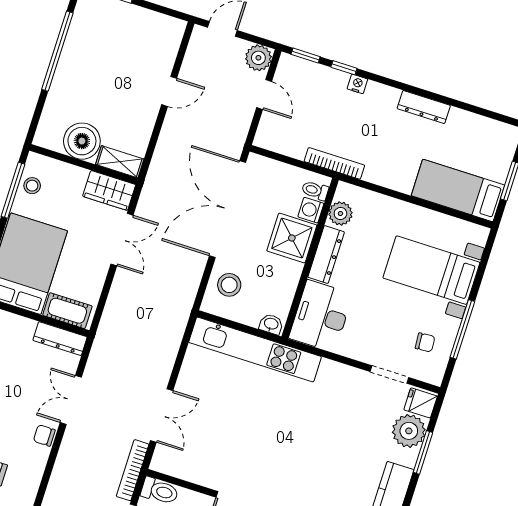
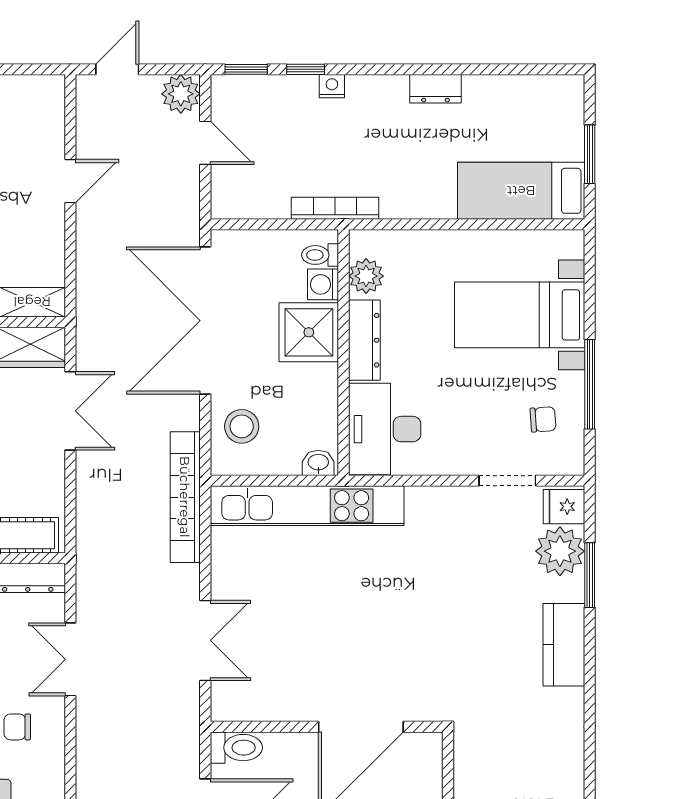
dresser: (424, 107) -> (435, 89), width x0.70
chair: (44, 435) -> (17, 727), moved
bookcase: (133, 470) -> (185, 497), moved, width x1.48, depth x1.31

